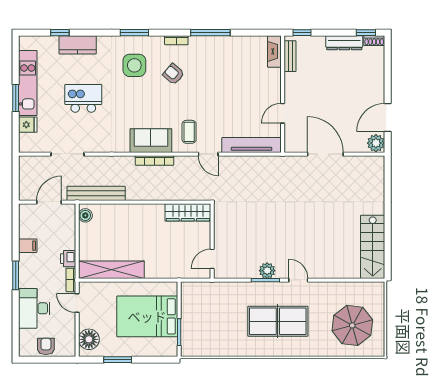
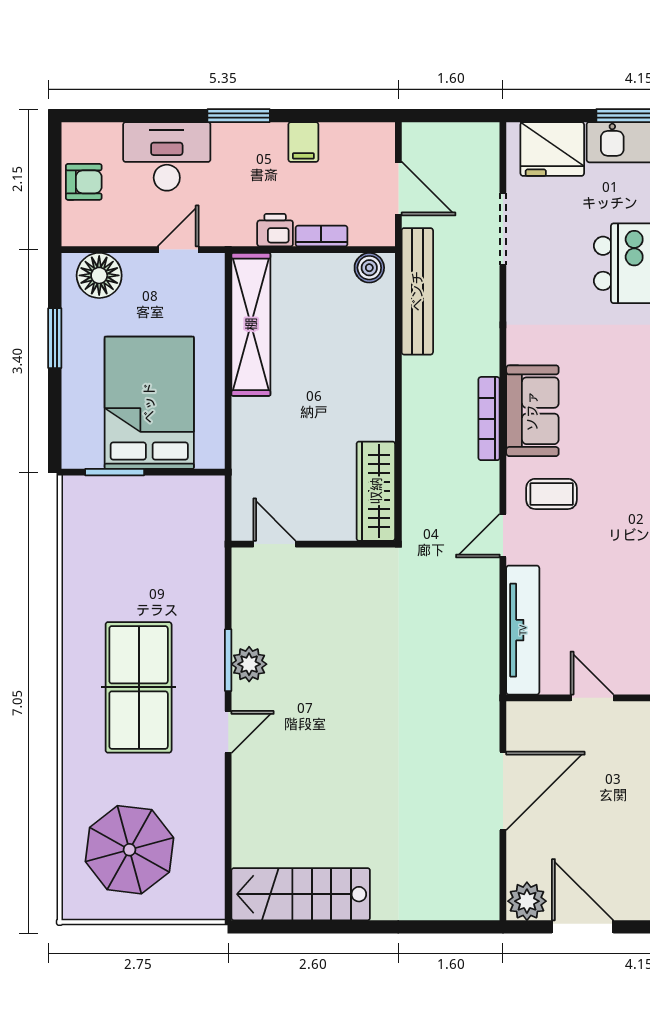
fridge: (28, 125) -> (552, 149), width x1.88, depth x1.34
bookcase: (71, 280) -> (321, 236), moved

